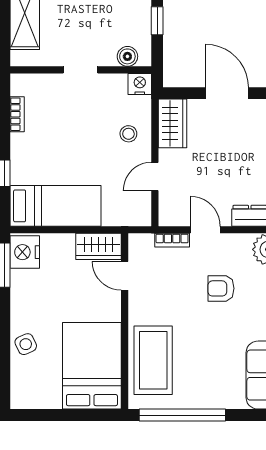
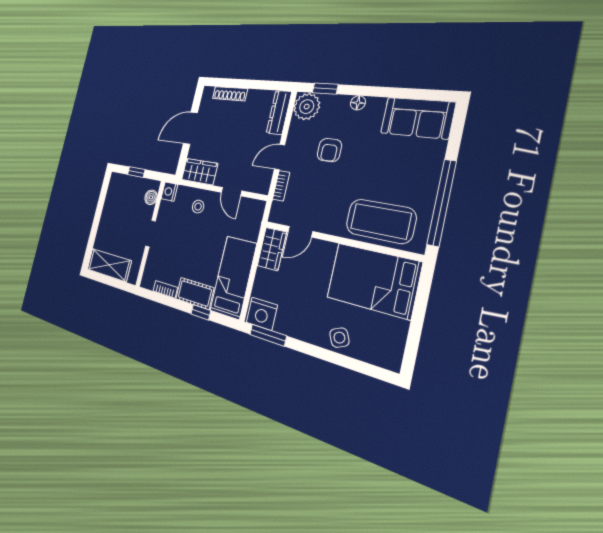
cot: (24, 159) -> (195, 293), added

